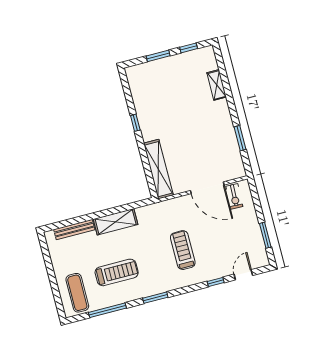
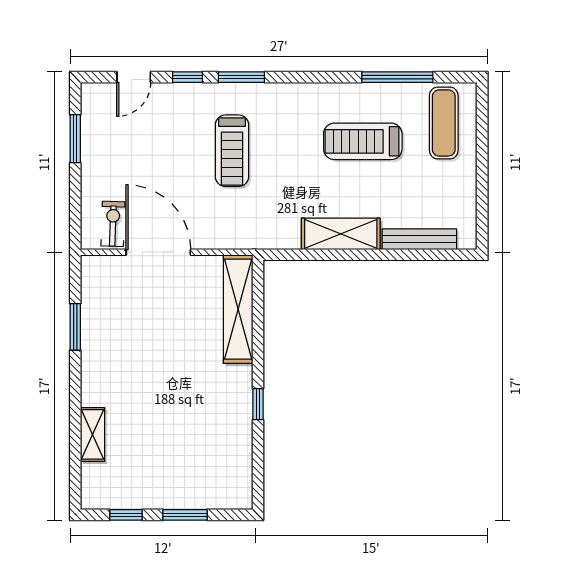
window: (155, 298) -> (241, 77), moved

